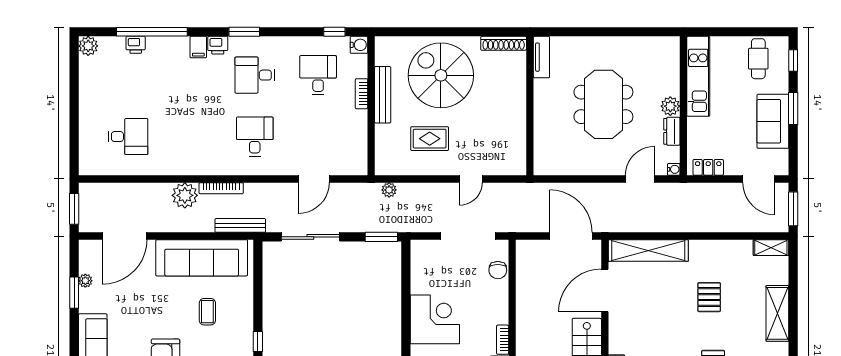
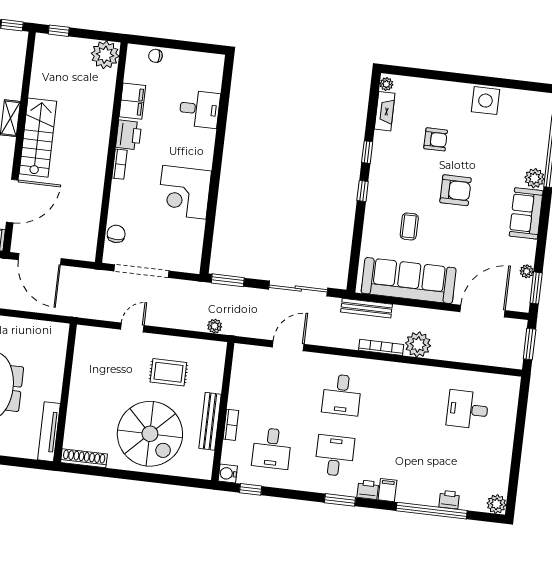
tv unit: (541, 57) -> (49, 432), width x1.41
desk: (255, 75) -> (335, 456), turned -90
window: (74, 293) -> (536, 288), moved

